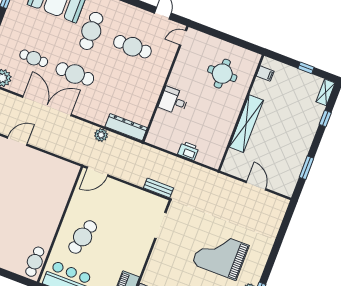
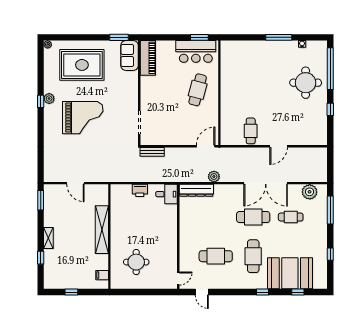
shelving: (325, 92) -> (48, 238), moved
desk: (174, 101) -> (167, 194), moved
window: (307, 168) -> (41, 200), moved
cafe table: (35, 262) -> (251, 131), moved

